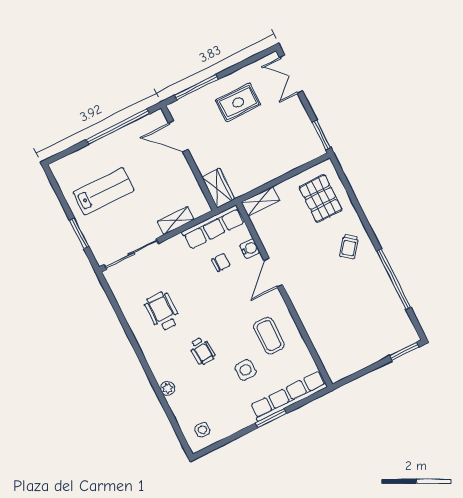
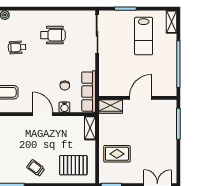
rug: (238, 102) -> (117, 154), moved, turned 90
door: (178, 136) -> (141, 98), moved
shelving: (176, 220) -> (171, 22), moved

